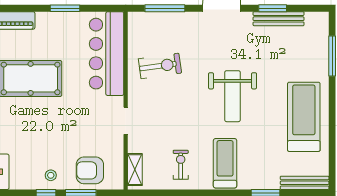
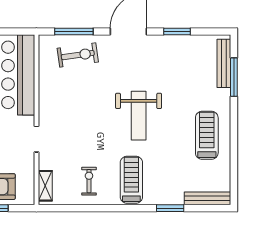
bench: (279, 19) -> (224, 63), moved, turned 90
exercise bike: (160, 66) -> (78, 55), moved
treadmill: (304, 117) -> (207, 135), width x0.73, depth x0.73

